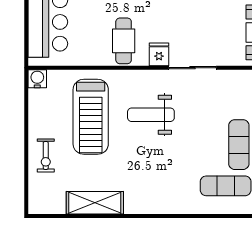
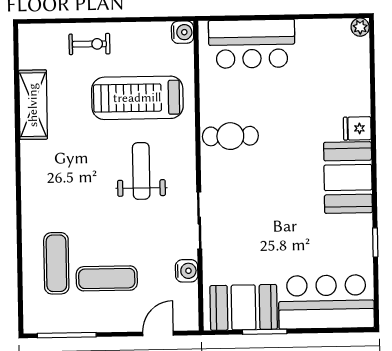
fridge: (159, 54) -> (215, 179), removed
water cooler: (234, 79) -> (187, 271), added
exercise bike: (46, 155) -> (89, 44), turned 180

